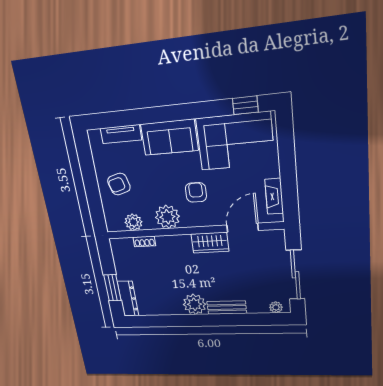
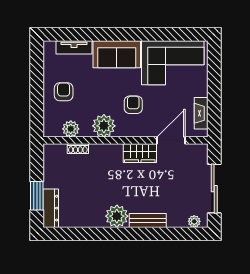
window: (245, 105) -> (184, 34), removed
armchair: (119, 184) -> (64, 92), turned 105

